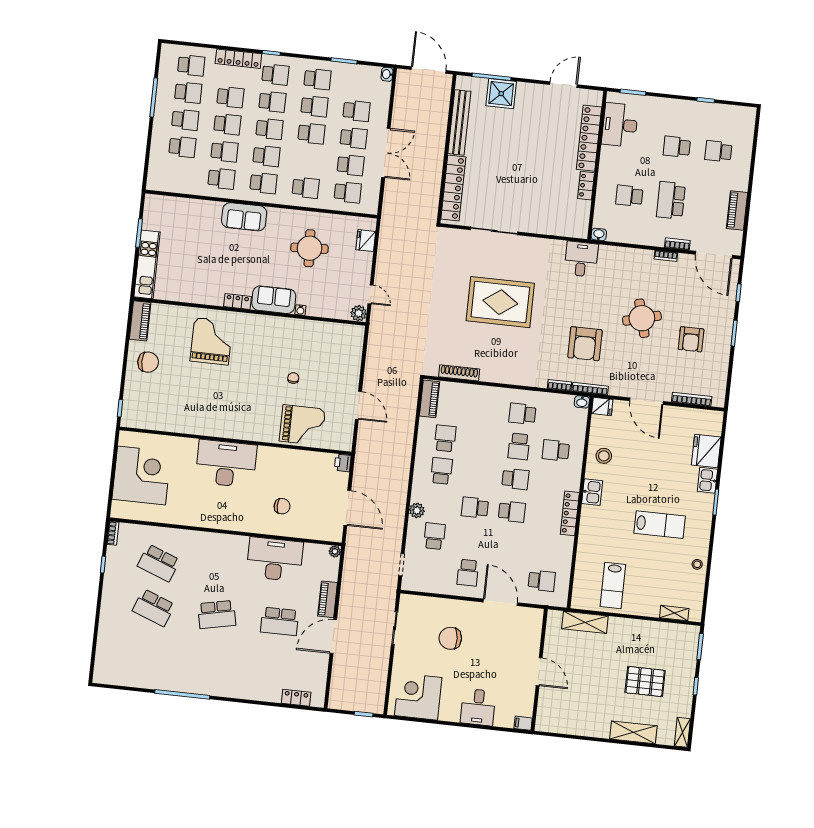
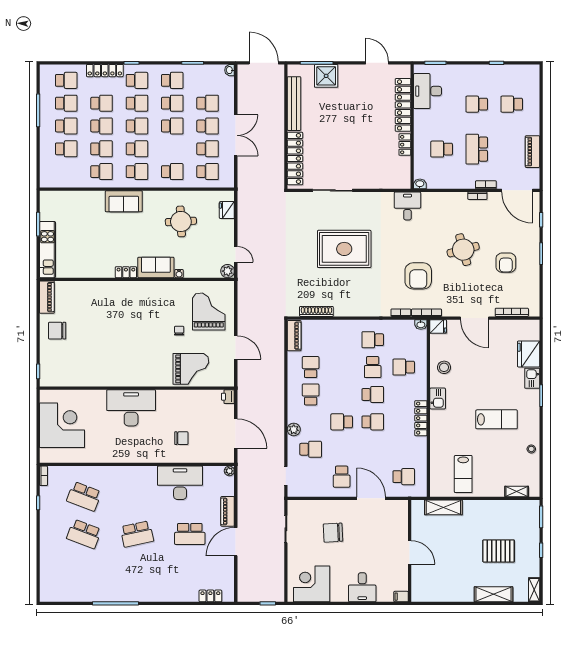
door: (563, 85) -> (377, 63), hinge flipped
grand piano: (211, 341) -> (209, 311), moved
chair: (148, 362) -> (57, 331), turned 180
school desk: (434, 536) -> (311, 449), turned 90

